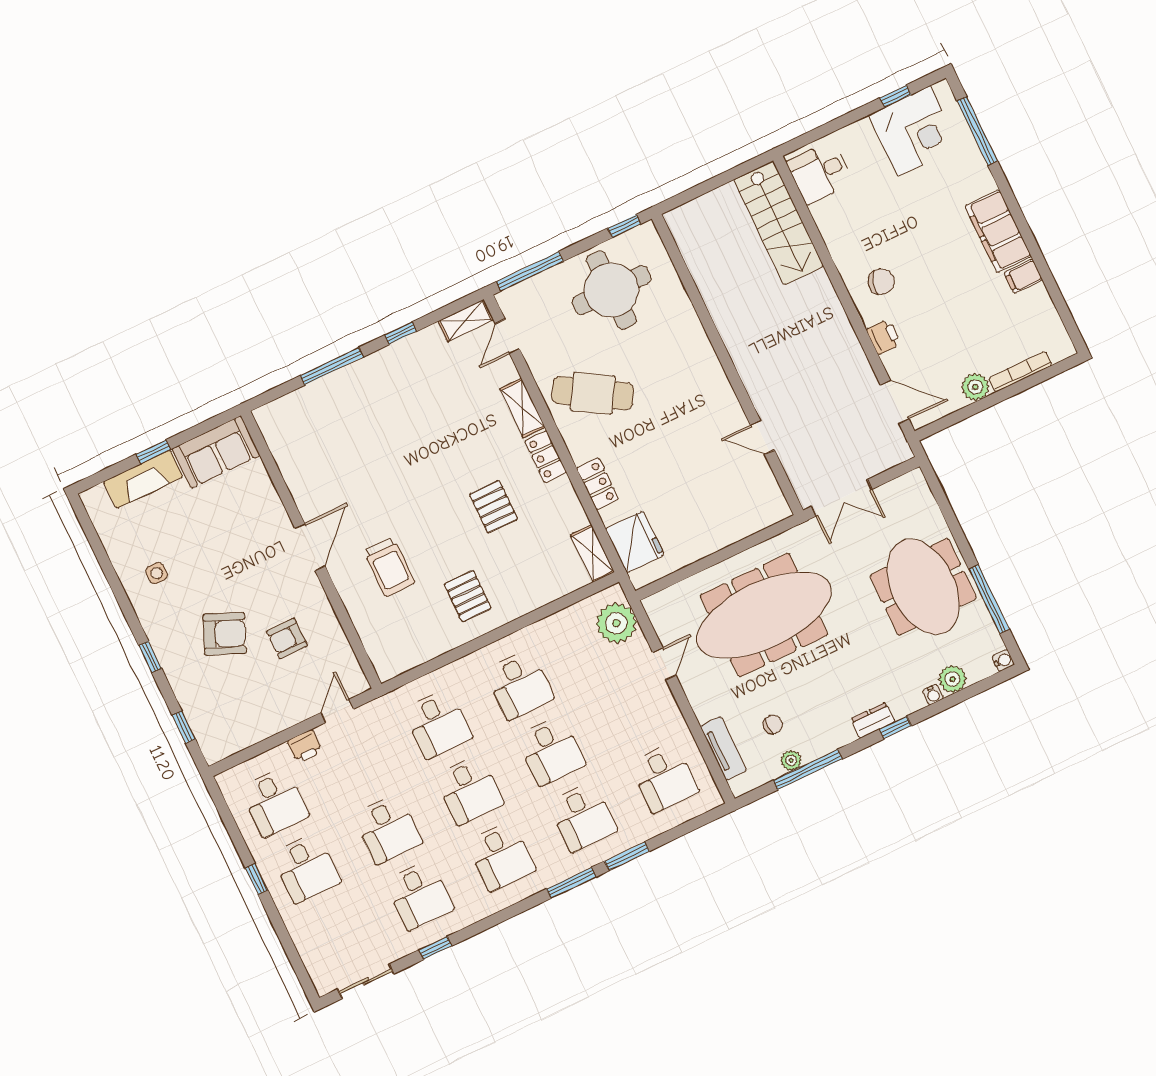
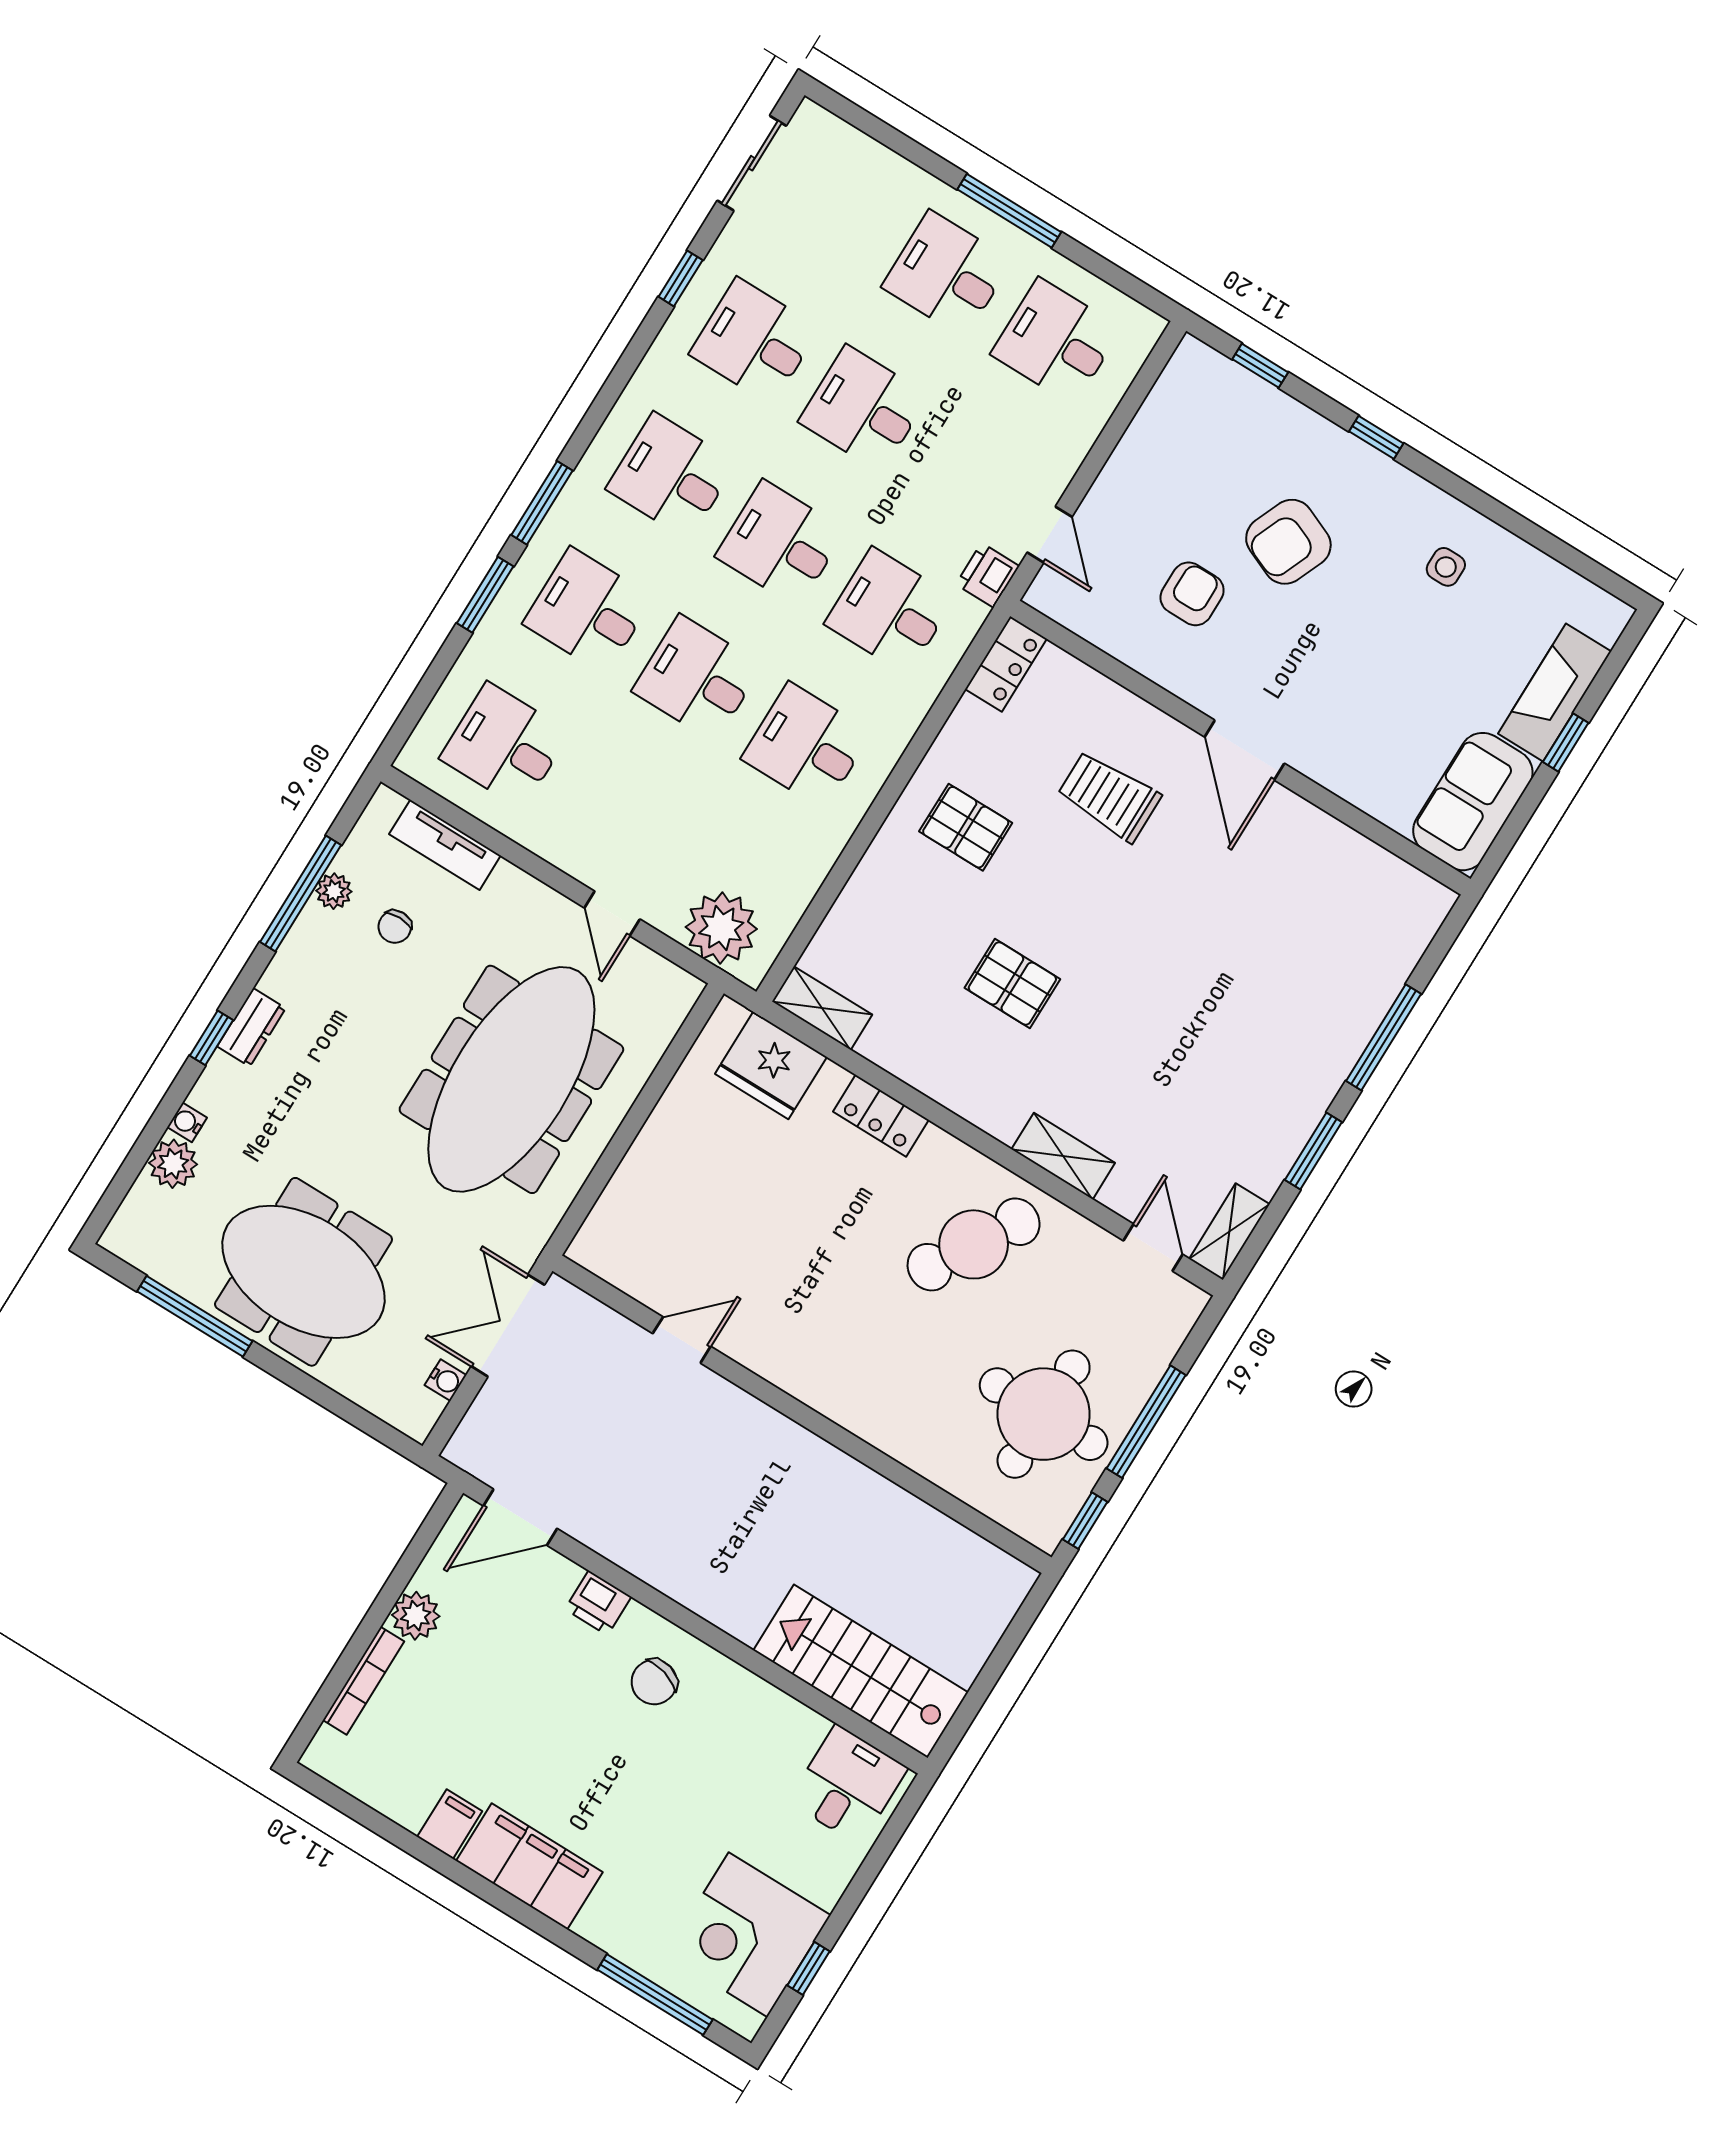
window: (530, 271) -> (1146, 1422), moved
window: (401, 333) -> (1313, 1151), width x1.50
locker: (546, 457) -> (1006, 664), moved, turned 90
water cooler: (1003, 661) -> (446, 1380), moved, turned -90
printer: (305, 746) -> (988, 575), moved
window: (257, 879) -> (1009, 211), width x2.17

